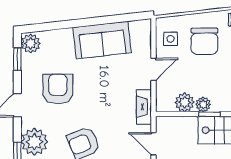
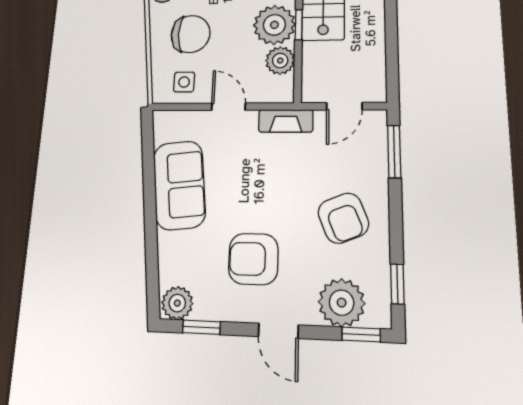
plant: (203, 104) -> (274, 25), width x1.87, depth x1.87

